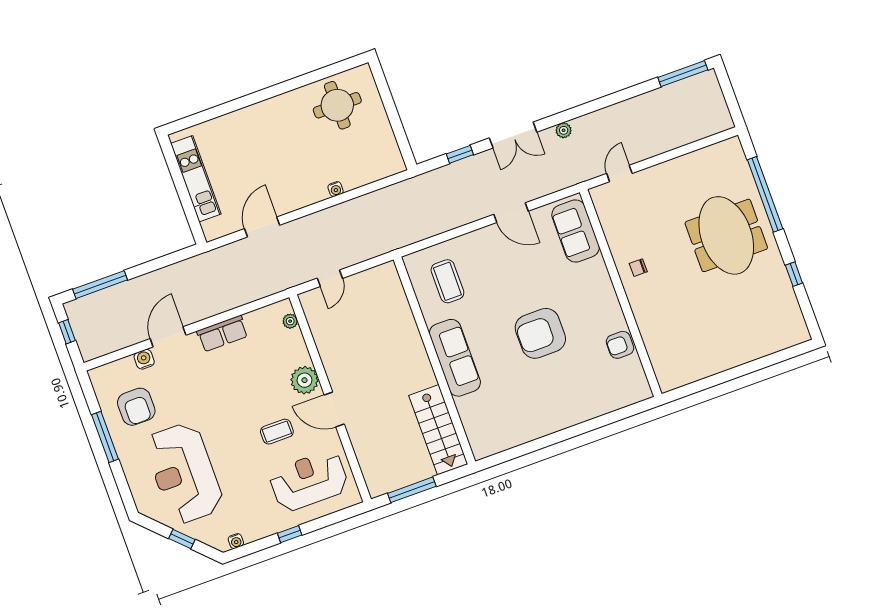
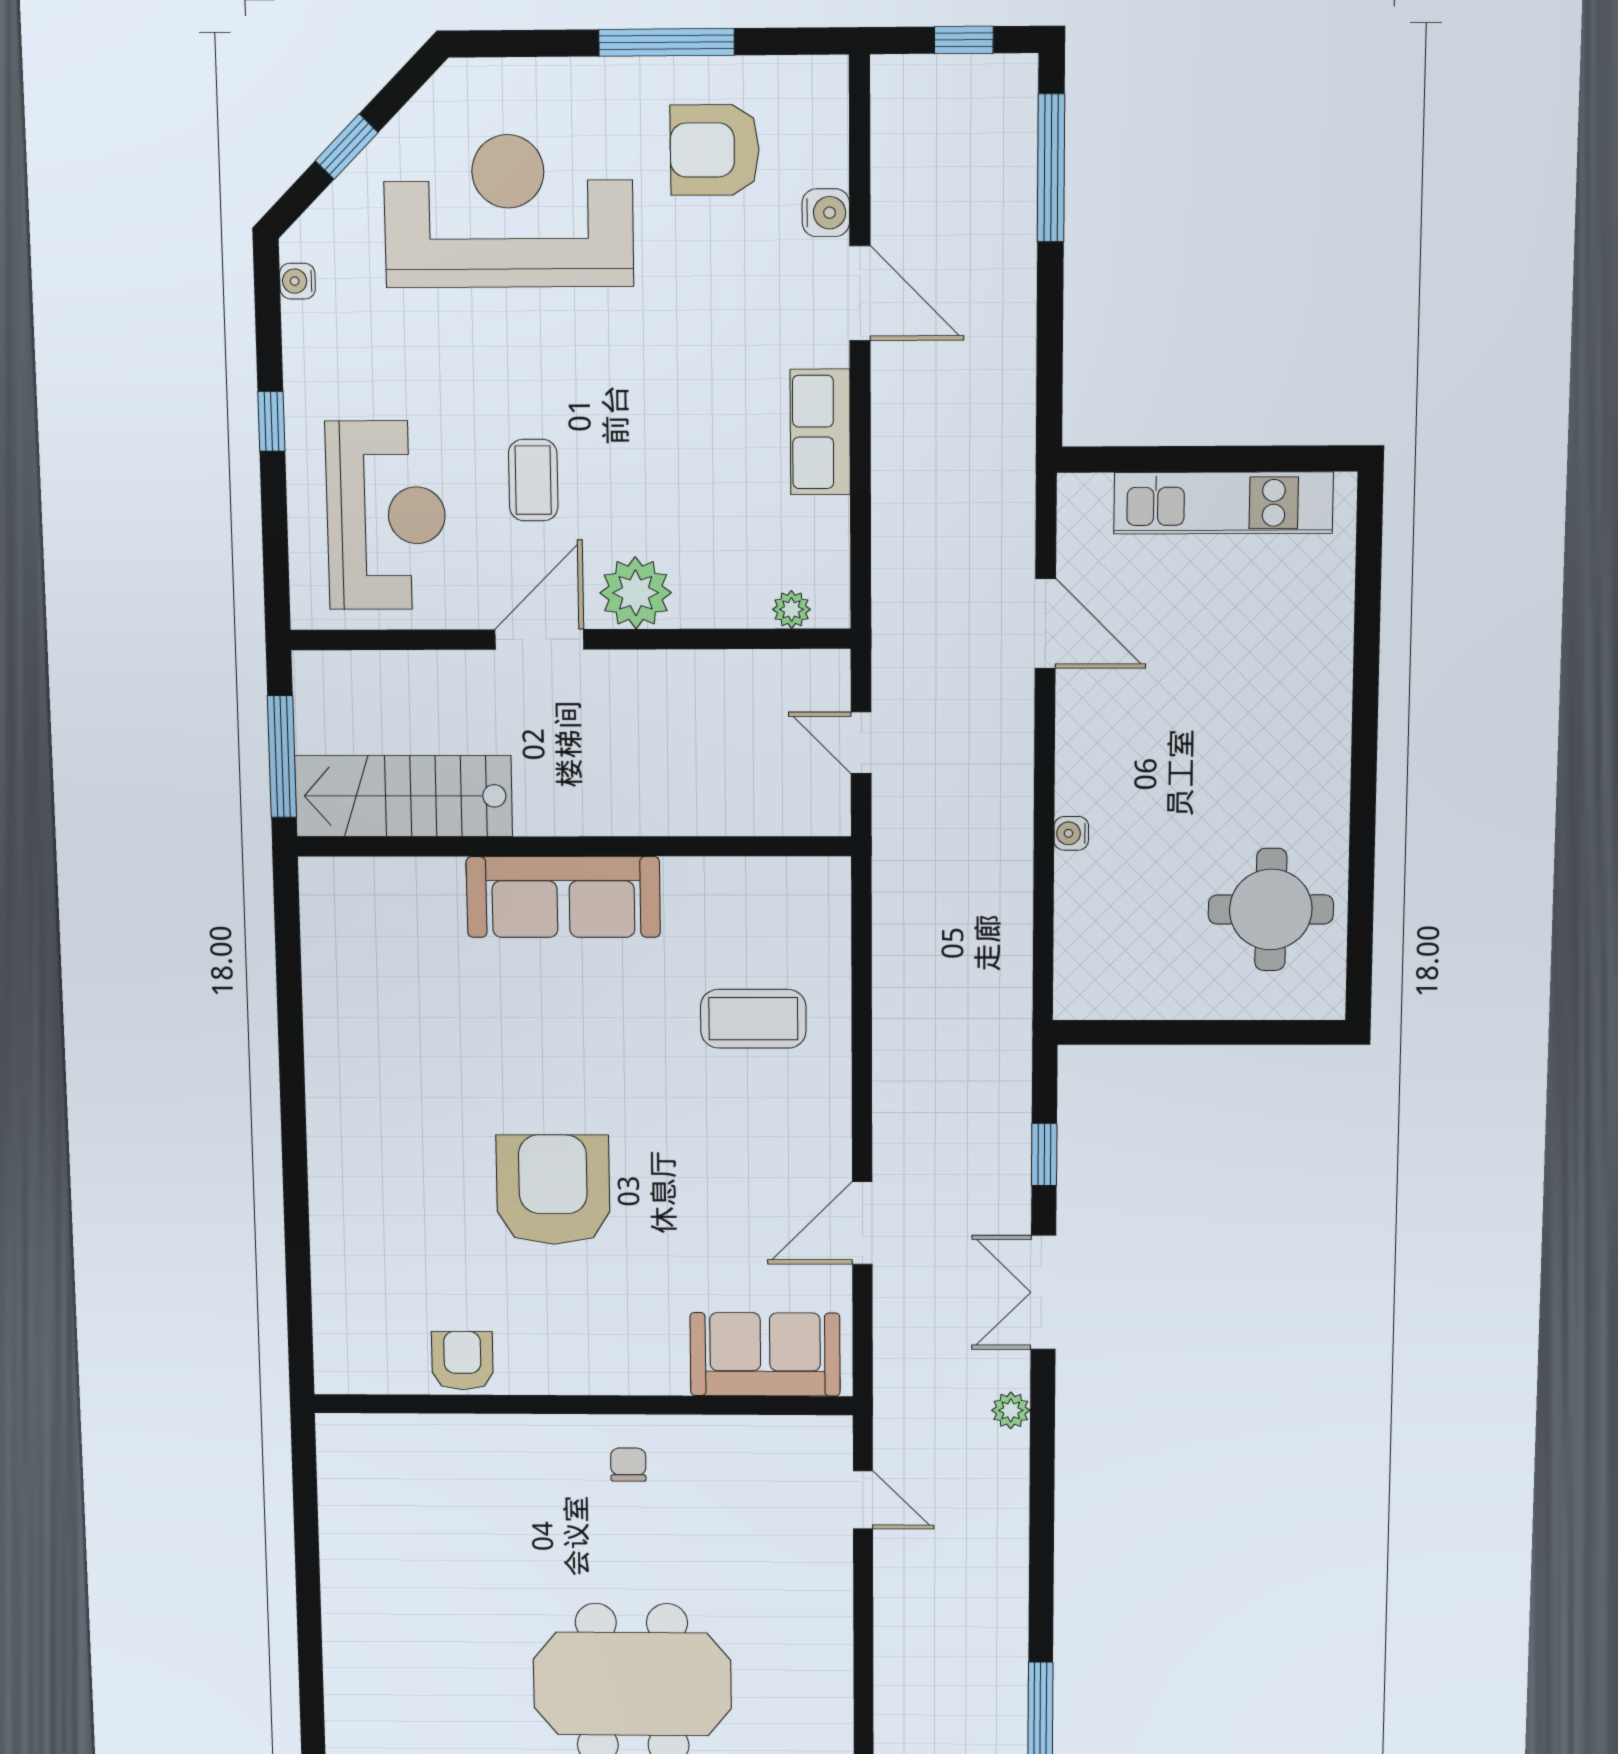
sofa: (455, 358) -> (563, 897), moved
wall: (434, 360) -> (574, 846), moved
stairs: (438, 430) -> (404, 796), moved

